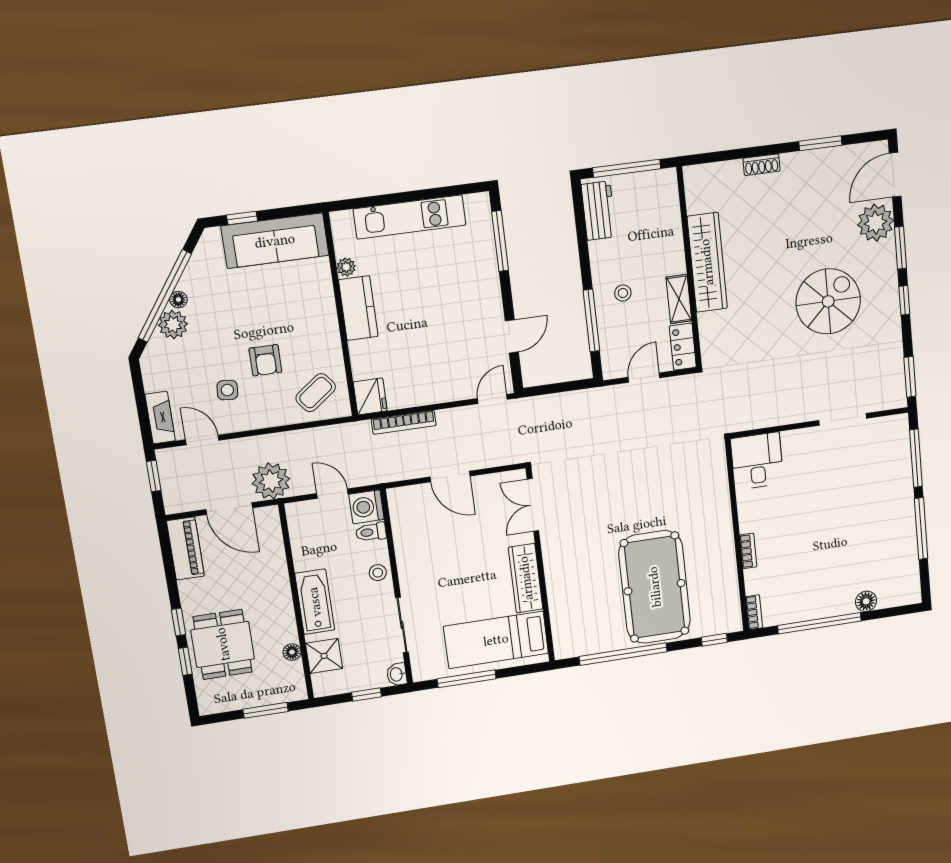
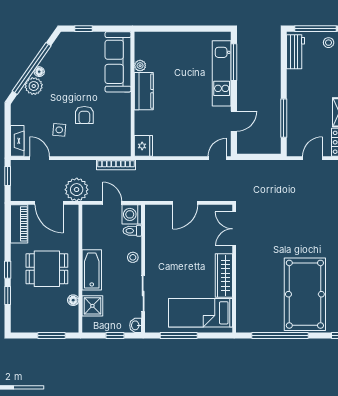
kitchen unit: (410, 217) -> (222, 73), moved, turned 90
sofa: (275, 241) -> (118, 62), moved, turned 90
stool: (623, 293) -> (329, 43), moved
coffee table: (316, 393) -> (111, 139), removed
bookcase: (404, 422) -> (116, 165), moved
door: (450, 476) -> (185, 203), hinge flipped
dining table: (223, 644) -> (47, 269), moved, turned 90

